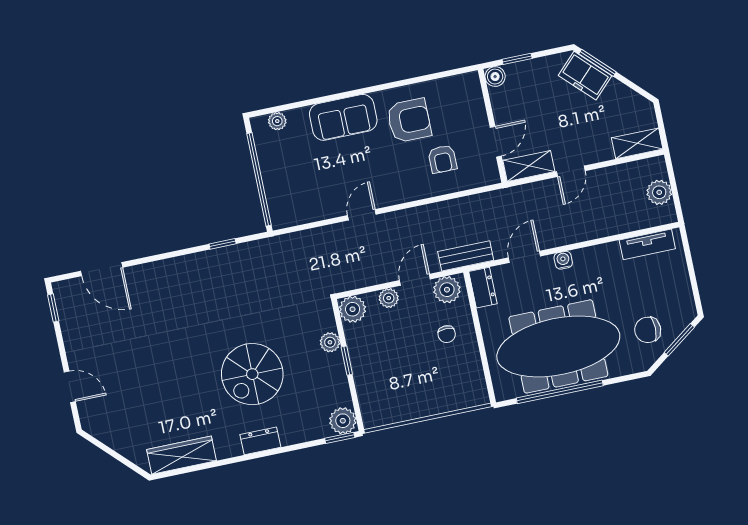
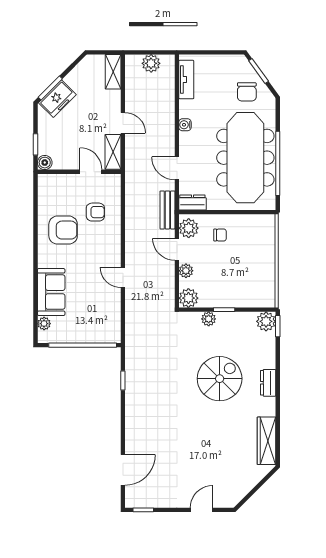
sofa: (343, 117) -> (51, 292), moved
armchair: (409, 120) -> (63, 230), turned 90
water cooler: (563, 260) -> (185, 125), moved
spiral stairs: (252, 374) -> (220, 379), turned -90

